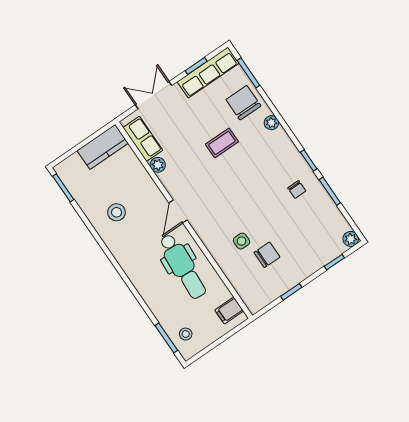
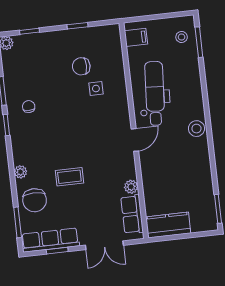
stool: (117, 212) -> (196, 129), moved

